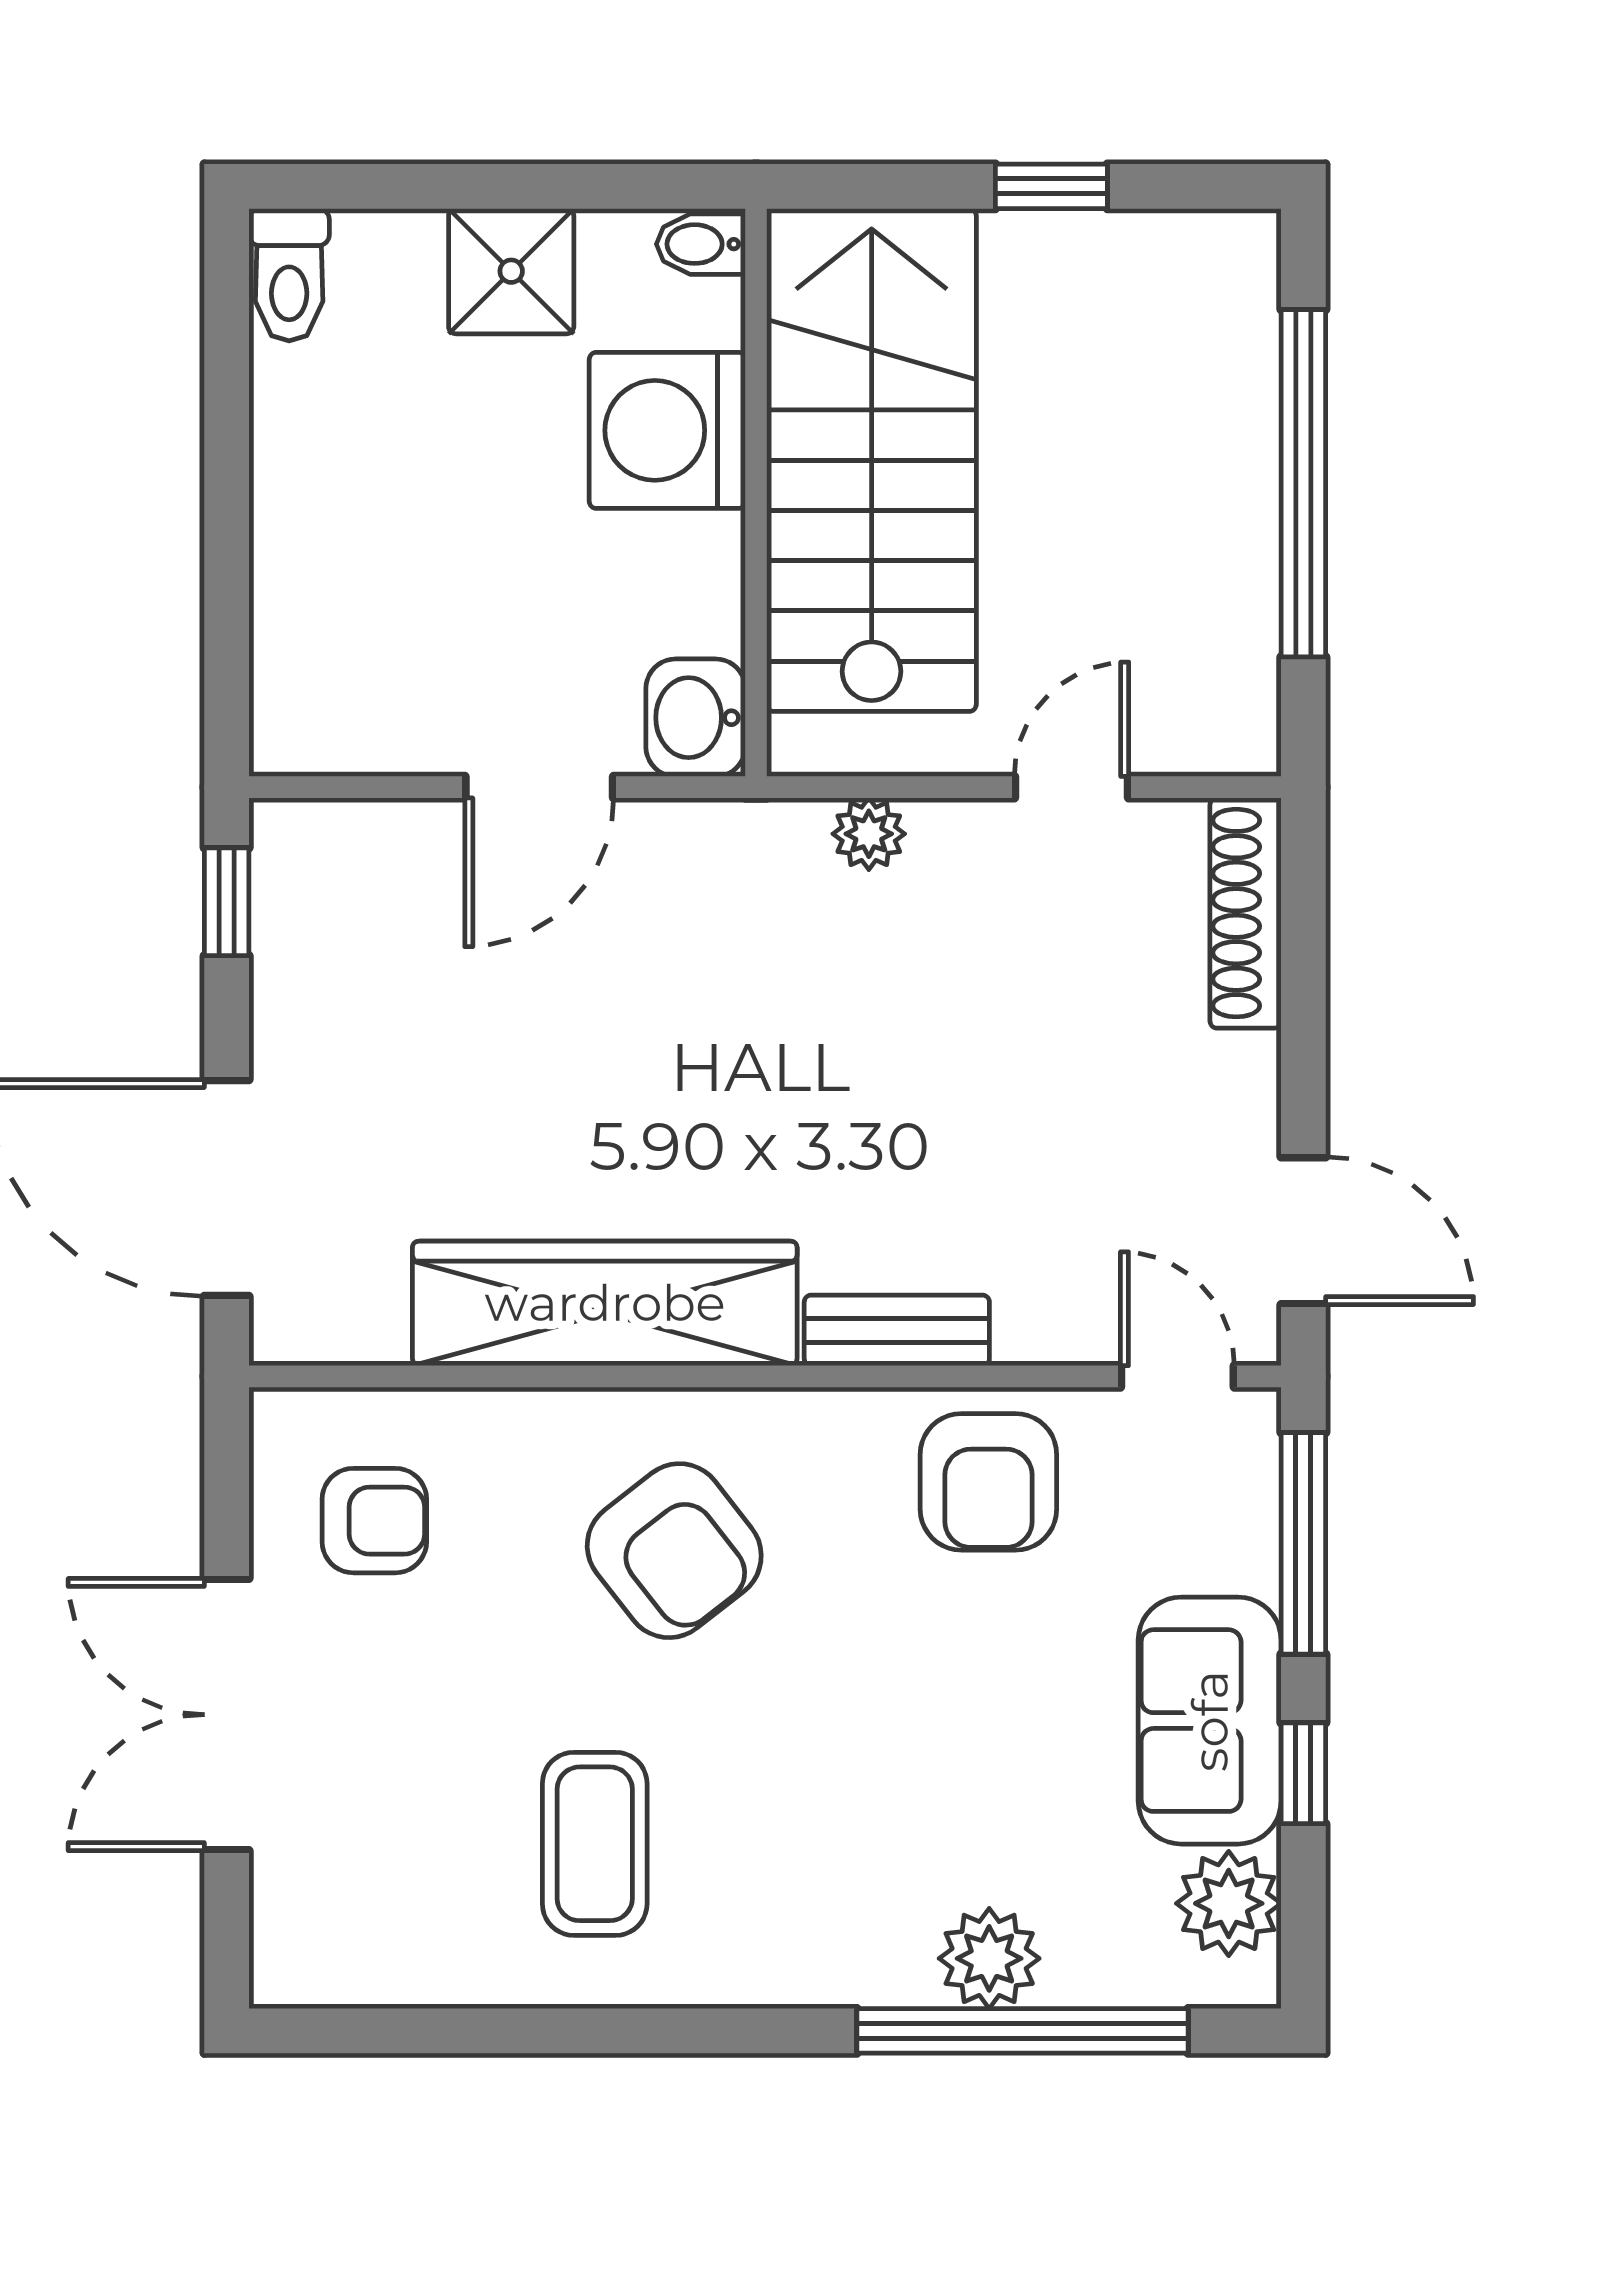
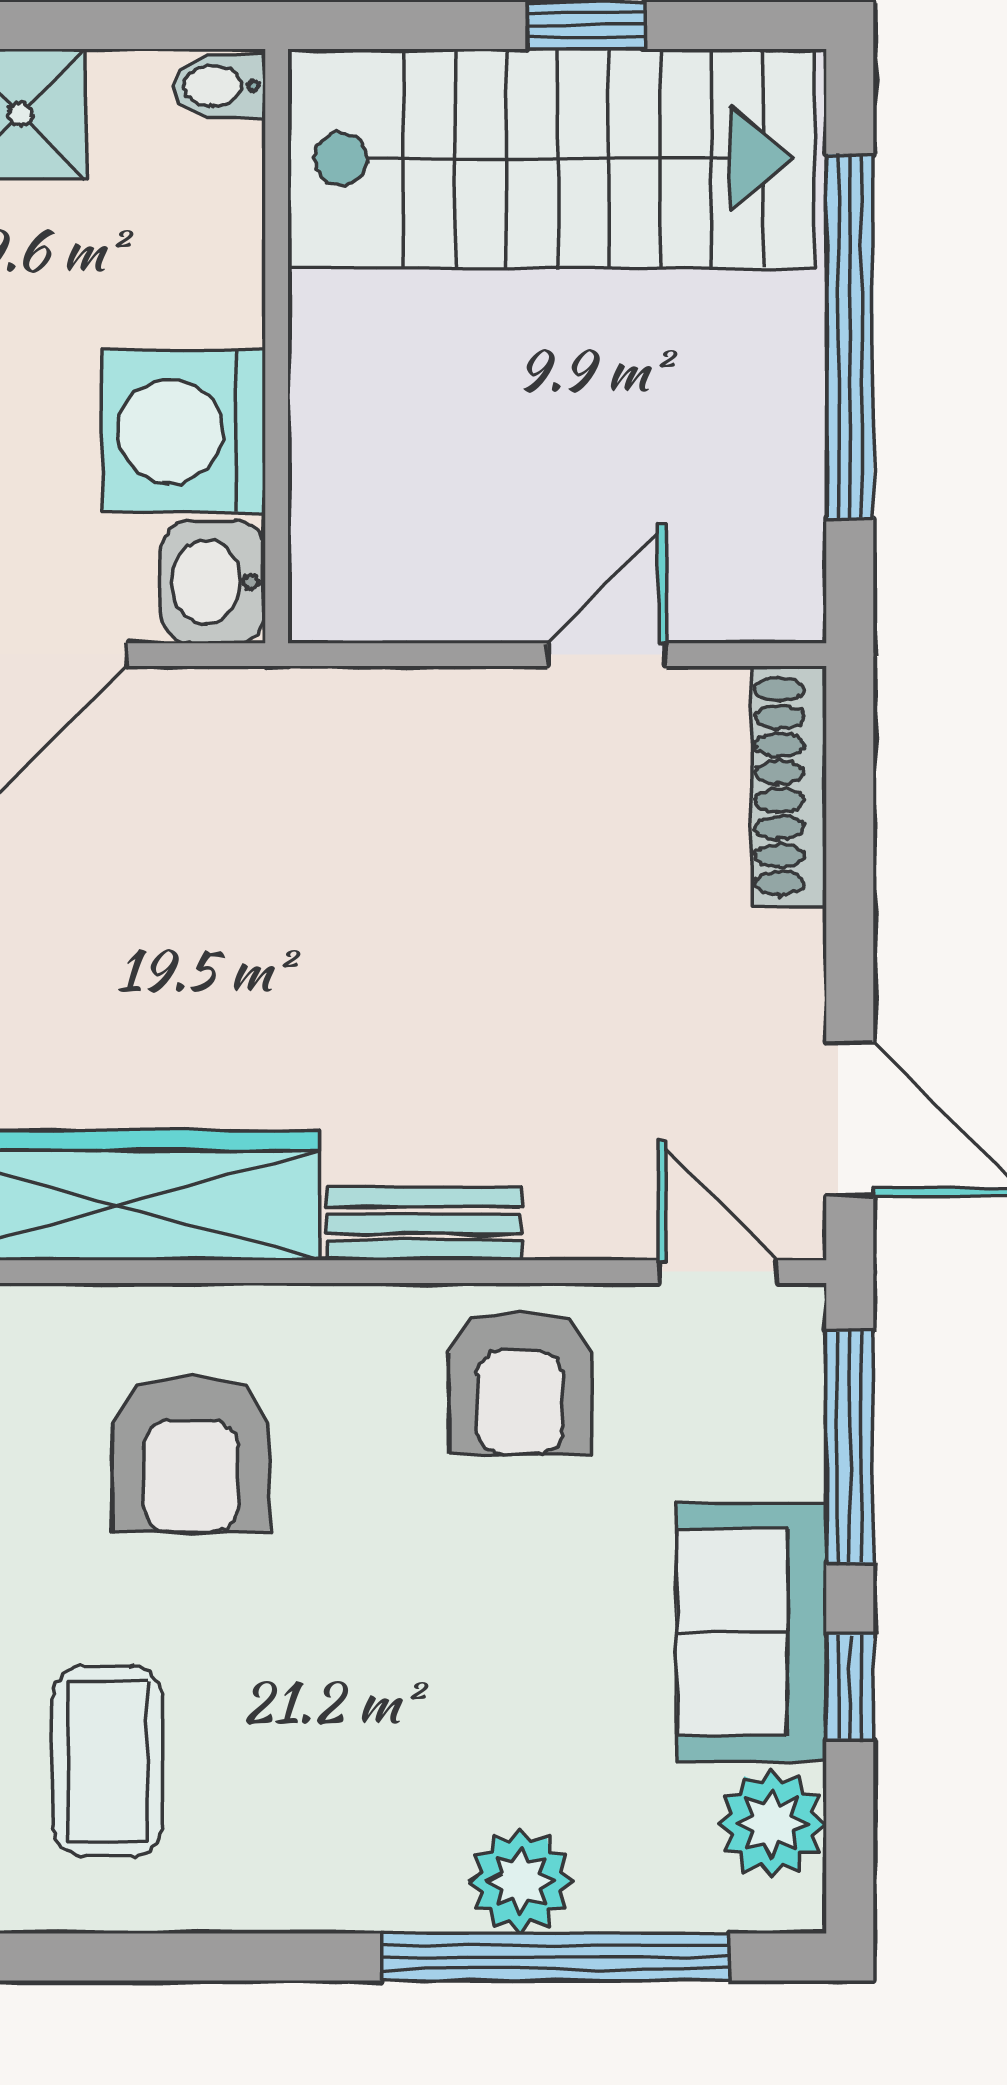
washing machine: (667, 430) -> (184, 431), moved
stairs: (872, 460) -> (551, 158), moved, turned 90
plant: (869, 834) -> (395, 703), removed
armchair: (674, 1551) -> (191, 1454), turned 38

